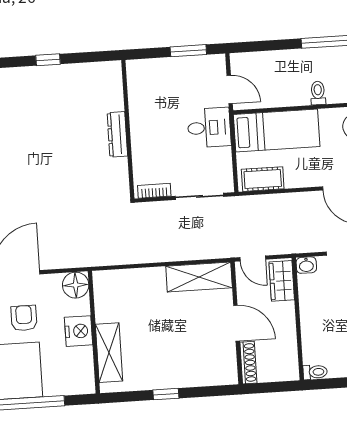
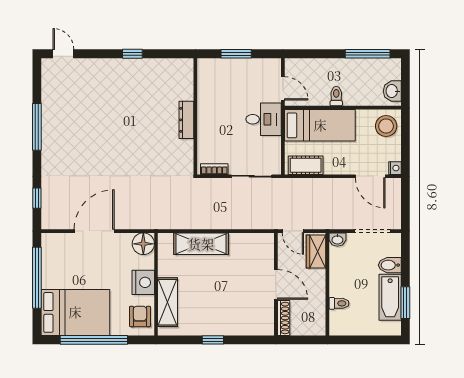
window: (188, 51) -> (236, 54), moved
toilet: (318, 93) -> (336, 96), moved
shelving: (199, 277) -> (201, 244), moved
armchair: (24, 318) -> (140, 316), moved
toilet: (315, 372) -> (339, 303), moved

